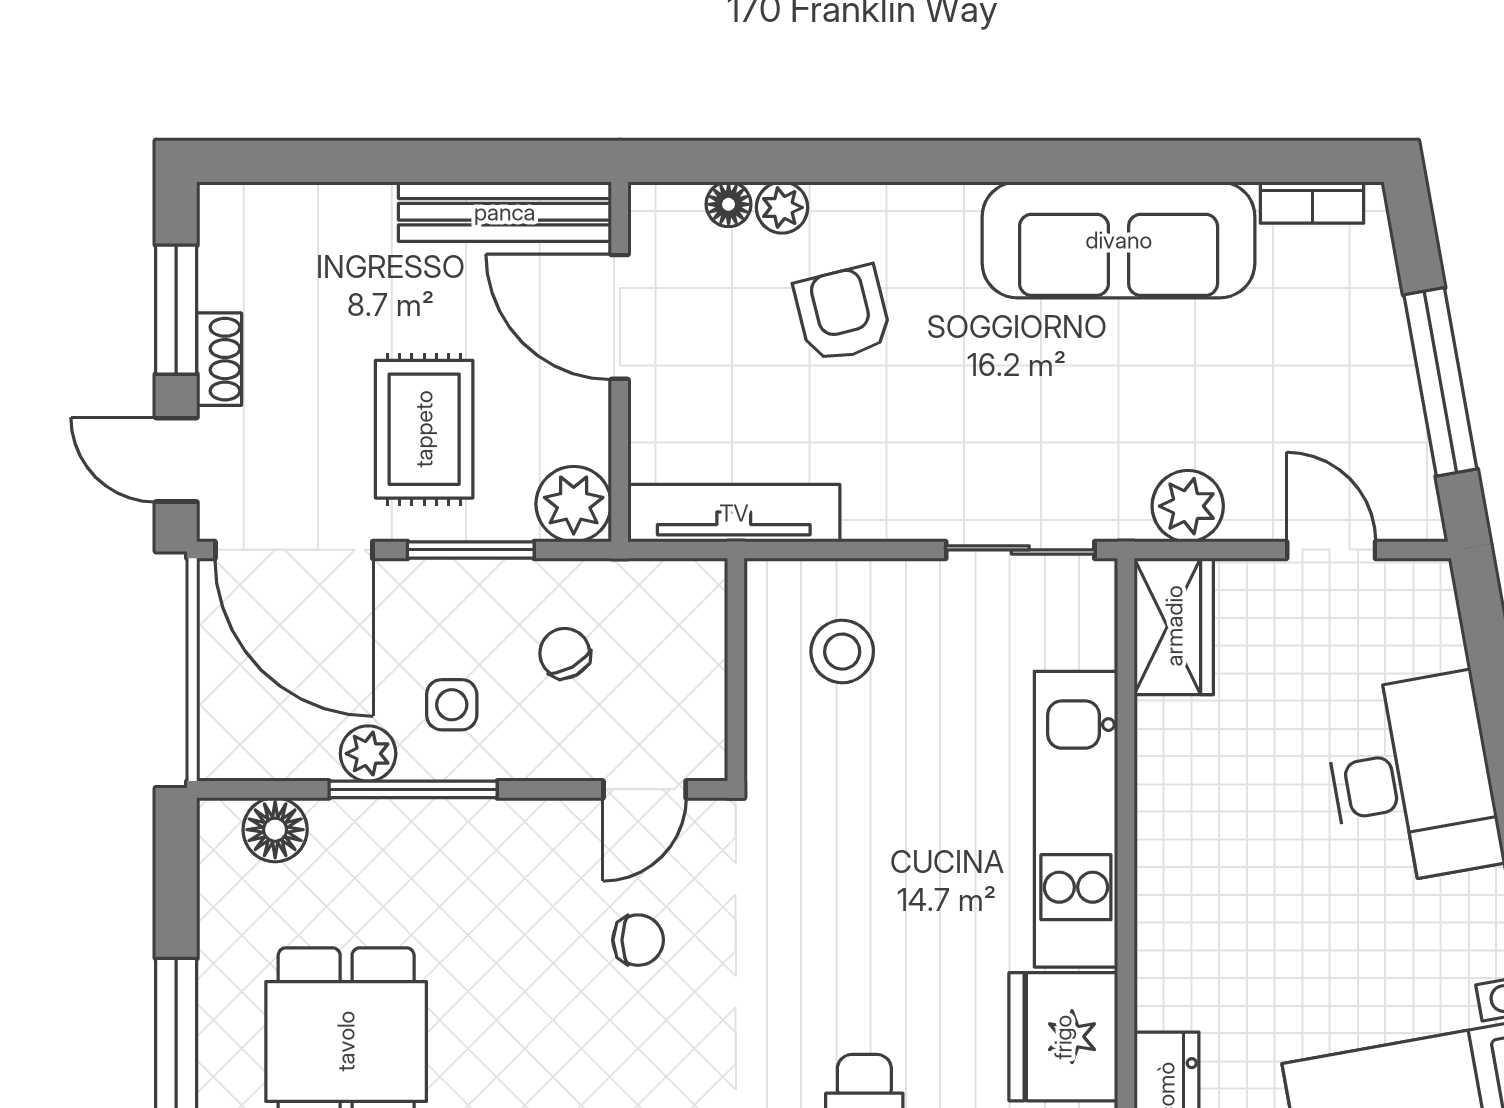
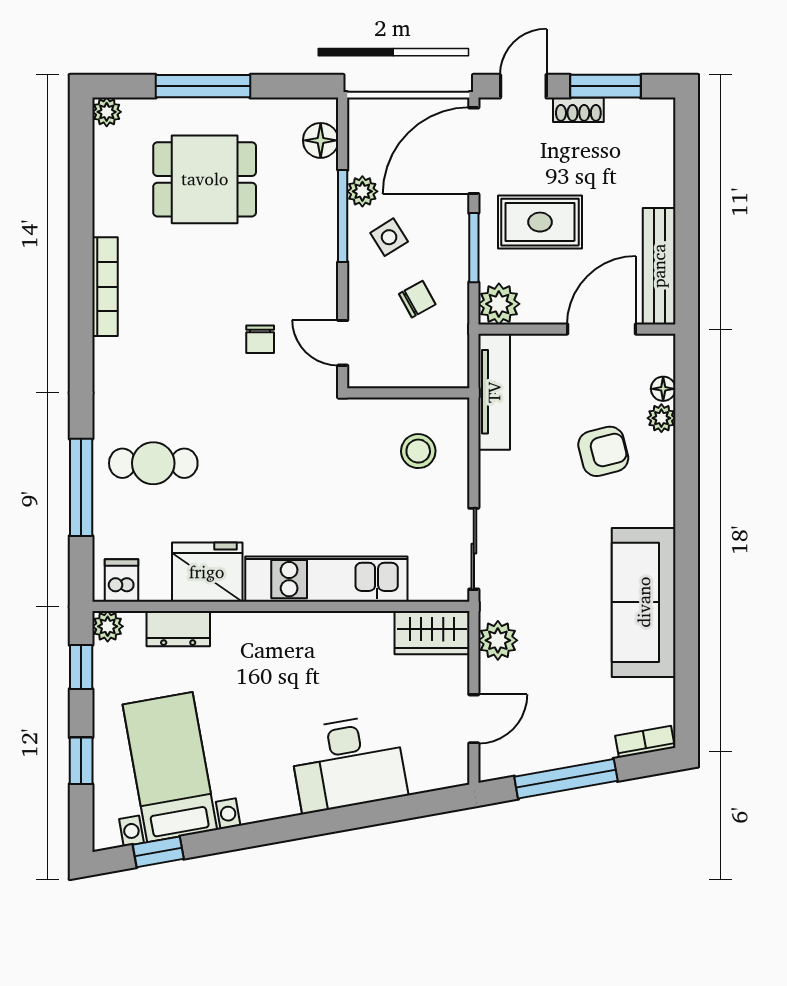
bookcase: (1312, 203) -> (645, 742), moved, turned 80
side table: (452, 705) -> (389, 237), turned -32

